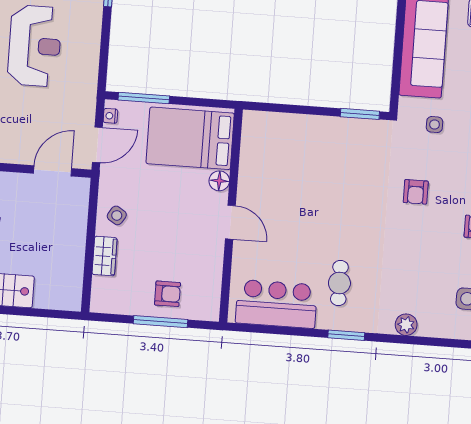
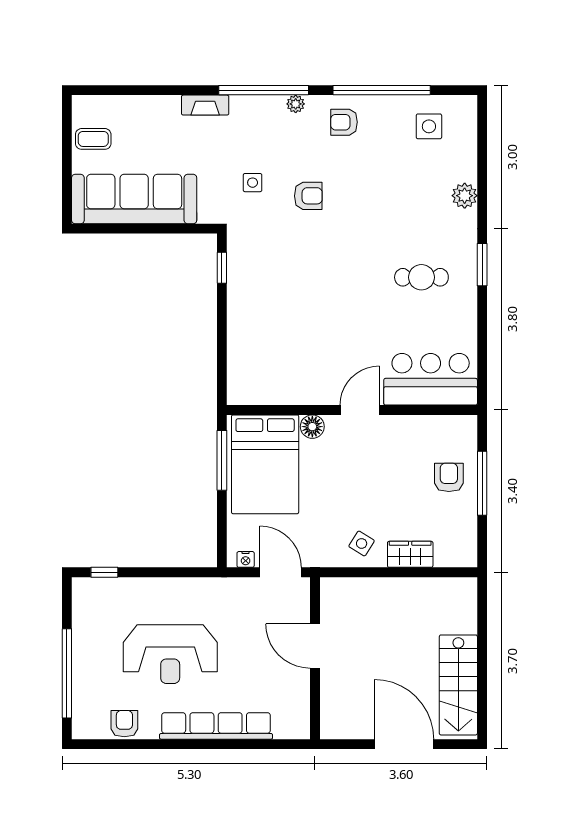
reception desk: (35, 46) -> (170, 654), turned 180
window: (144, 98) -> (222, 460), moved
window: (360, 114) -> (222, 268), width x0.67
side table: (435, 125) -> (253, 183), moved
door: (53, 171) -> (315, 646), moved
bar counter: (276, 304) -> (431, 379), moved, turned 90

